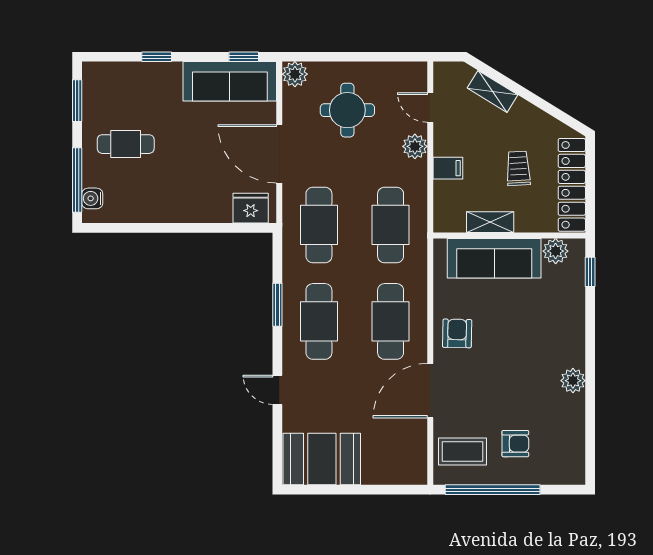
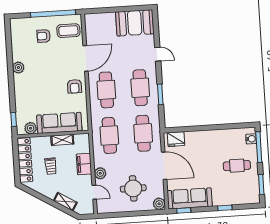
filing cabinet: (448, 168) -> (84, 164), width x2.00

